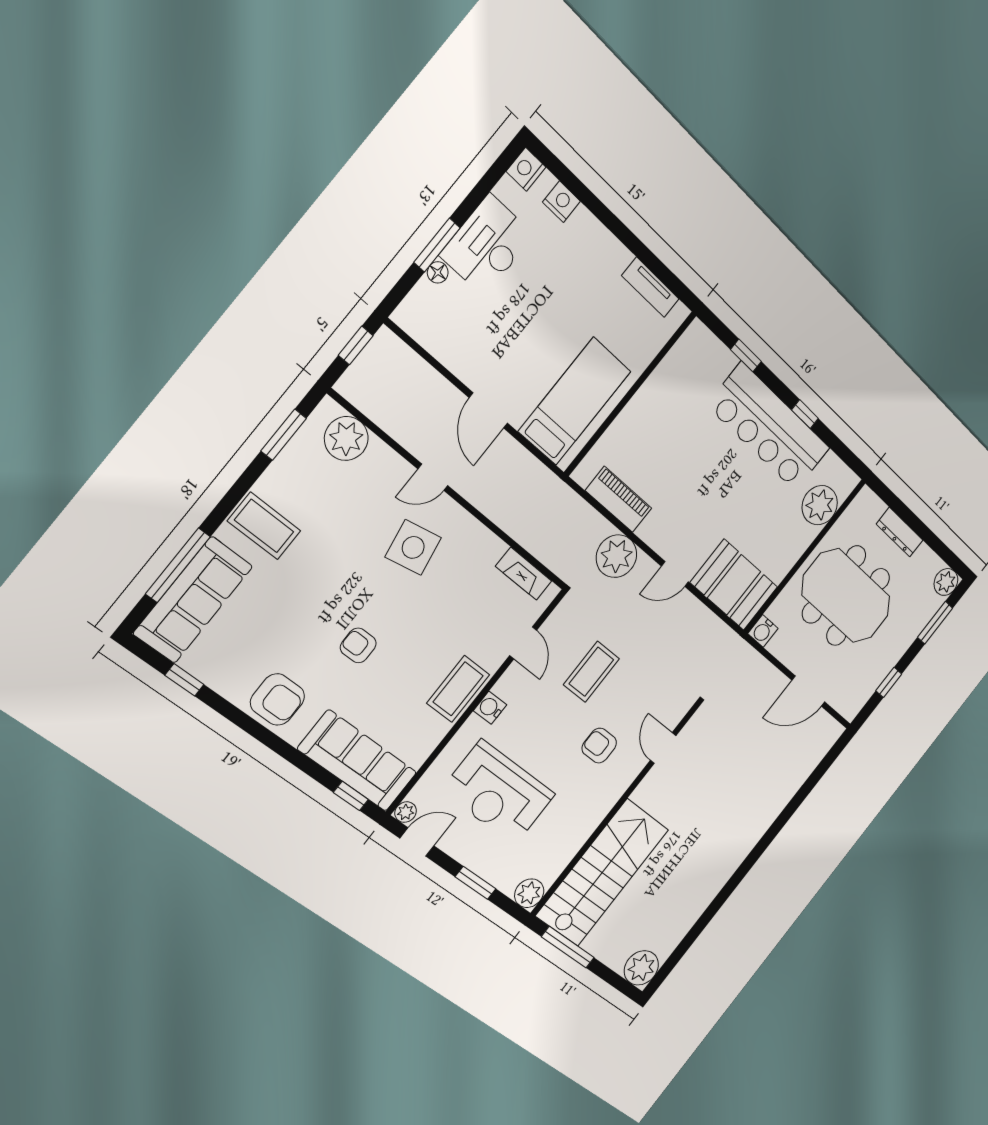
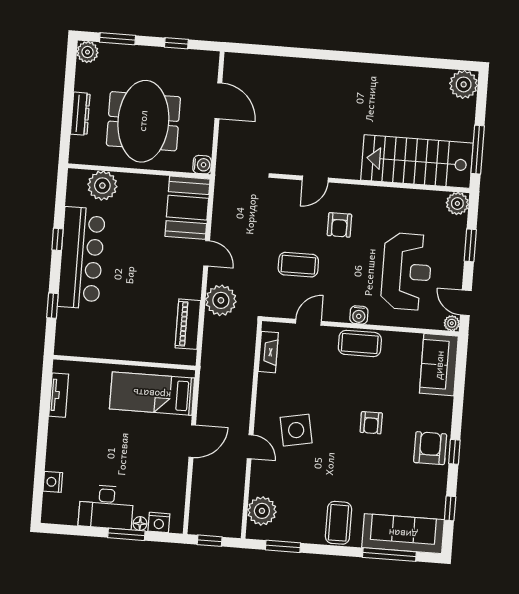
nightstand: (526, 169) -> (159, 522), moved
sofa: (357, 761) -> (439, 365), width x0.73
window: (351, 796) -> (454, 452), moved

